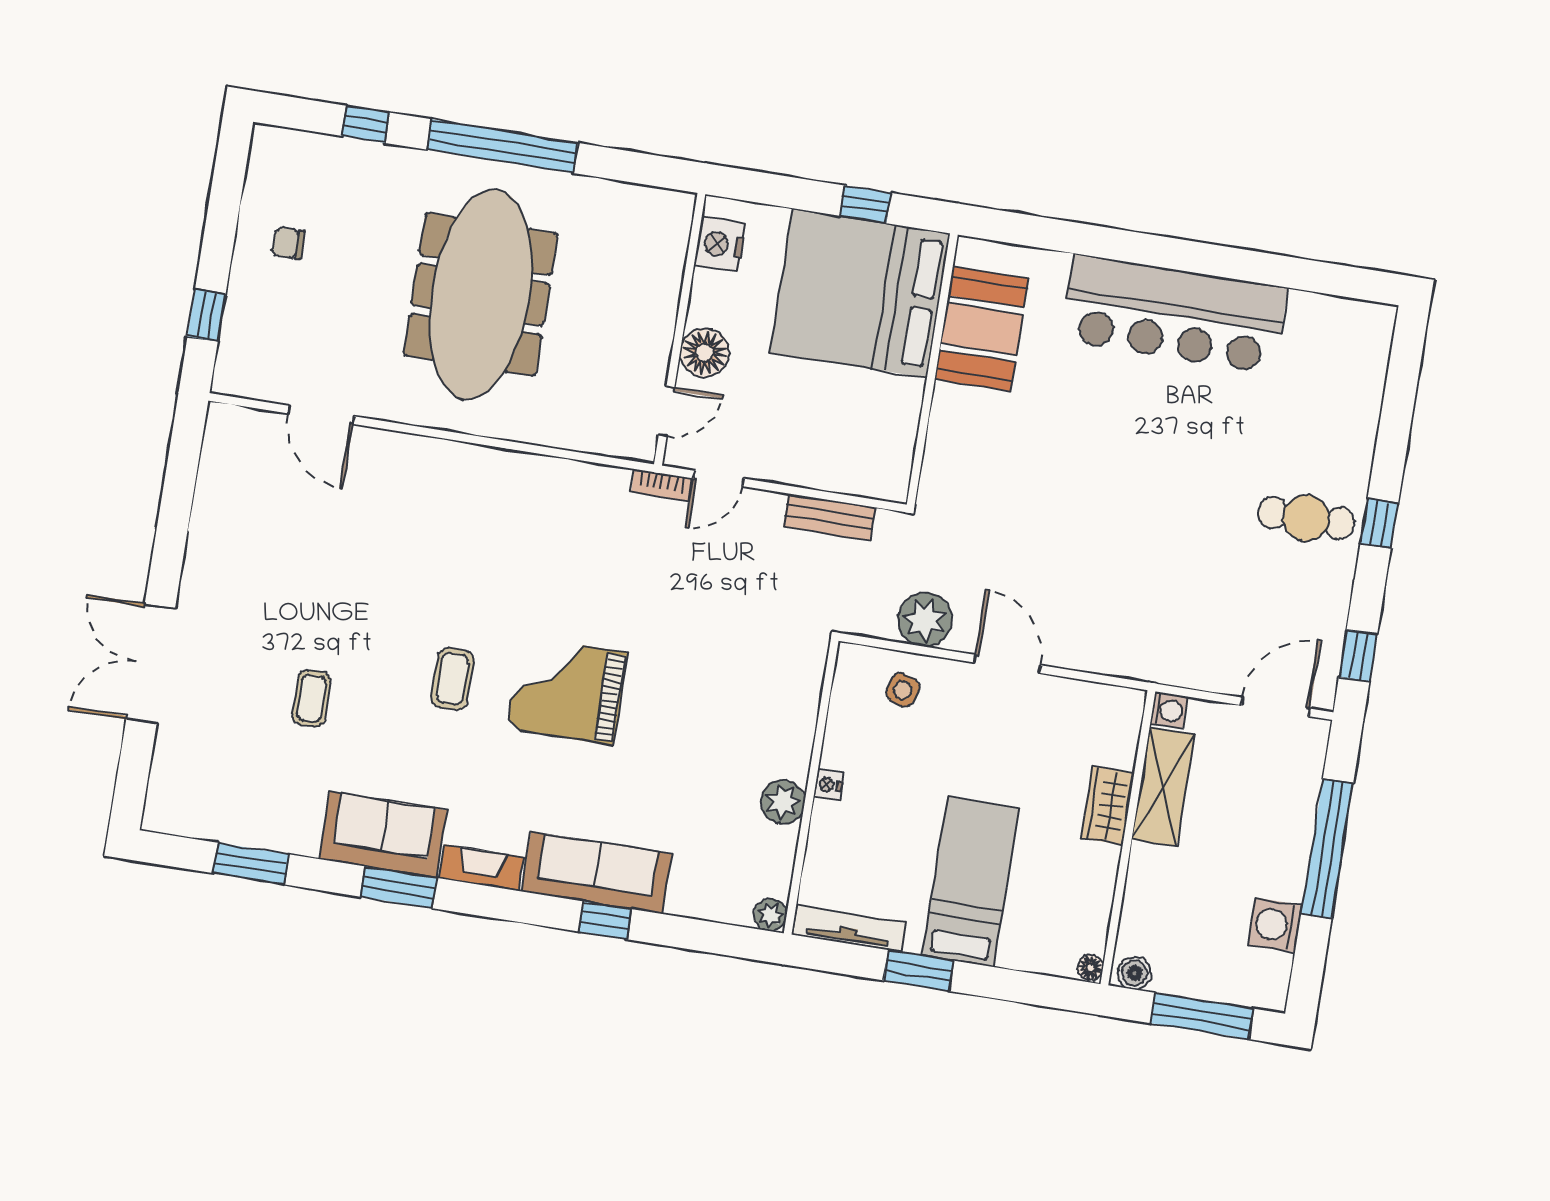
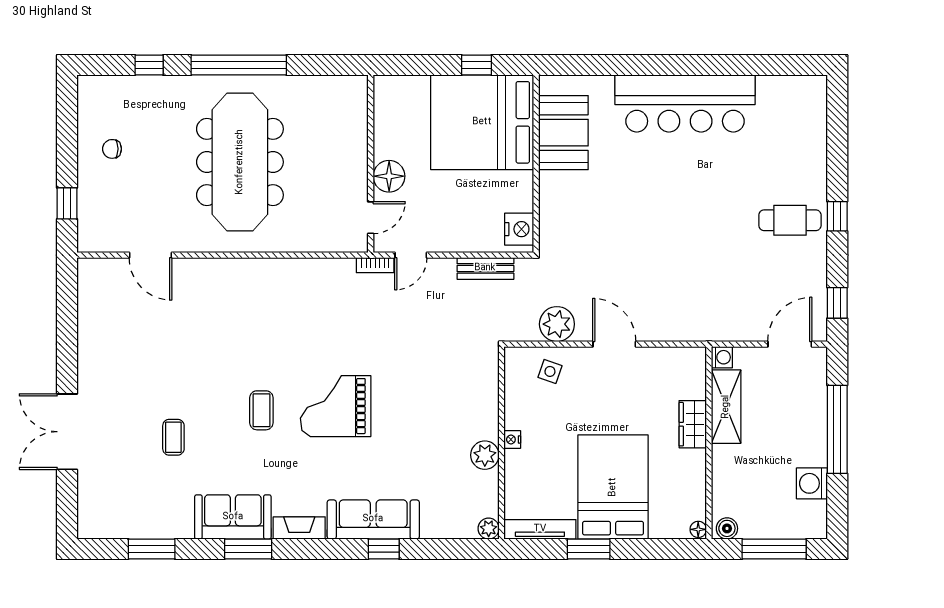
nightstand: (720, 244) -> (519, 229), moved, turned 180
bed: (971, 882) -> (613, 487), width x1.50

